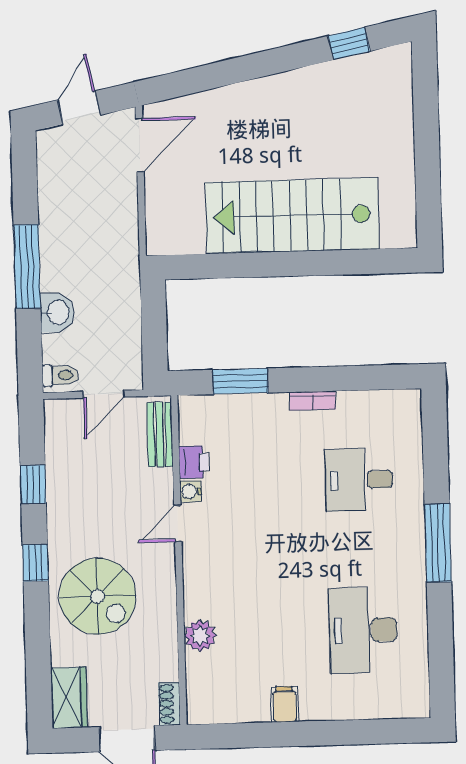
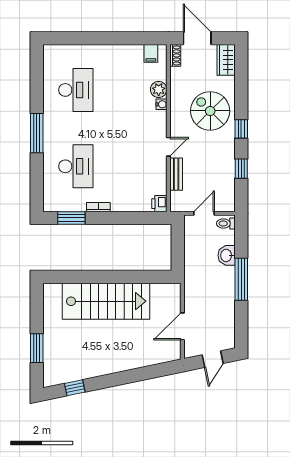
window: (426, 119) -> (37, 348), added
door: (140, 145) -> (182, 326), moved
window: (240, 381) -> (71, 218), moved
bench: (160, 435) -> (176, 174), moved
printer: (194, 462) -> (159, 204), moved
desk: (359, 480) -> (76, 166), width x1.37
water cooler: (191, 491) -> (161, 104), moved
filing cabinet: (284, 704) -> (151, 53), moved

